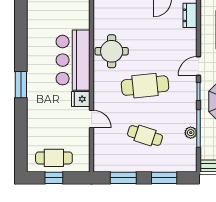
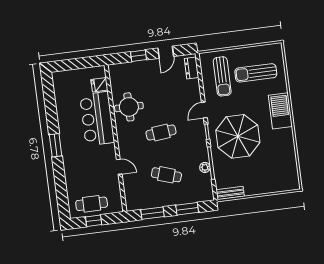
cafe table: (145, 86) -> (161, 132), width x0.73, depth x0.74
fridge: (81, 99) -> (99, 85), moved

